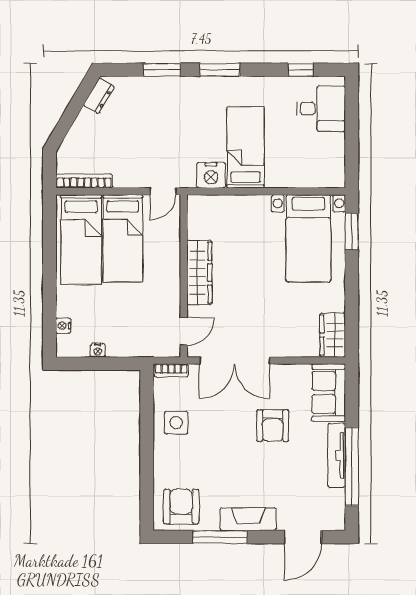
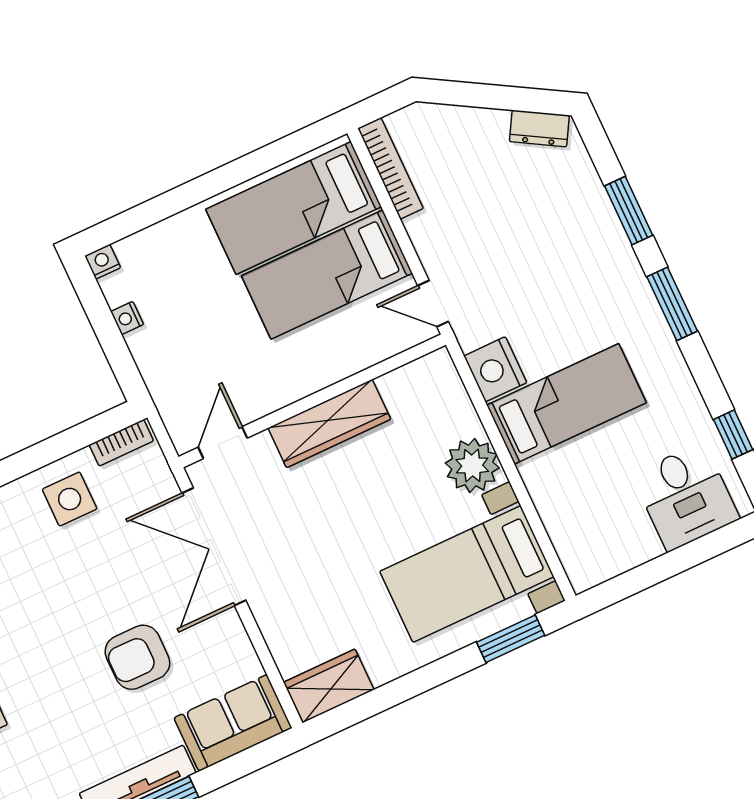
plant: (255, 210) -> (472, 465), added
nightstand: (63, 326) -> (103, 262), moved
door: (184, 331) -> (223, 443), swing flipped
bookcase: (171, 370) -> (121, 443), moved, turned -90

